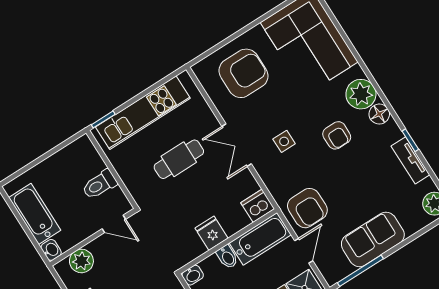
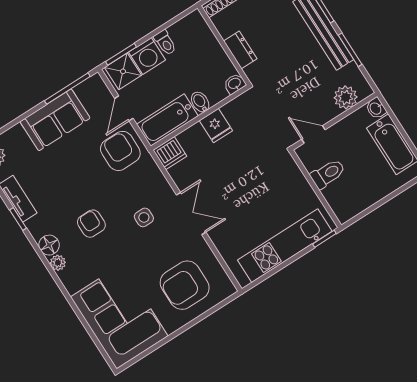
plant: (361, 94) -> (58, 263), width x0.53, depth x0.53
cafe table: (179, 159) -> (249, 199), removed

